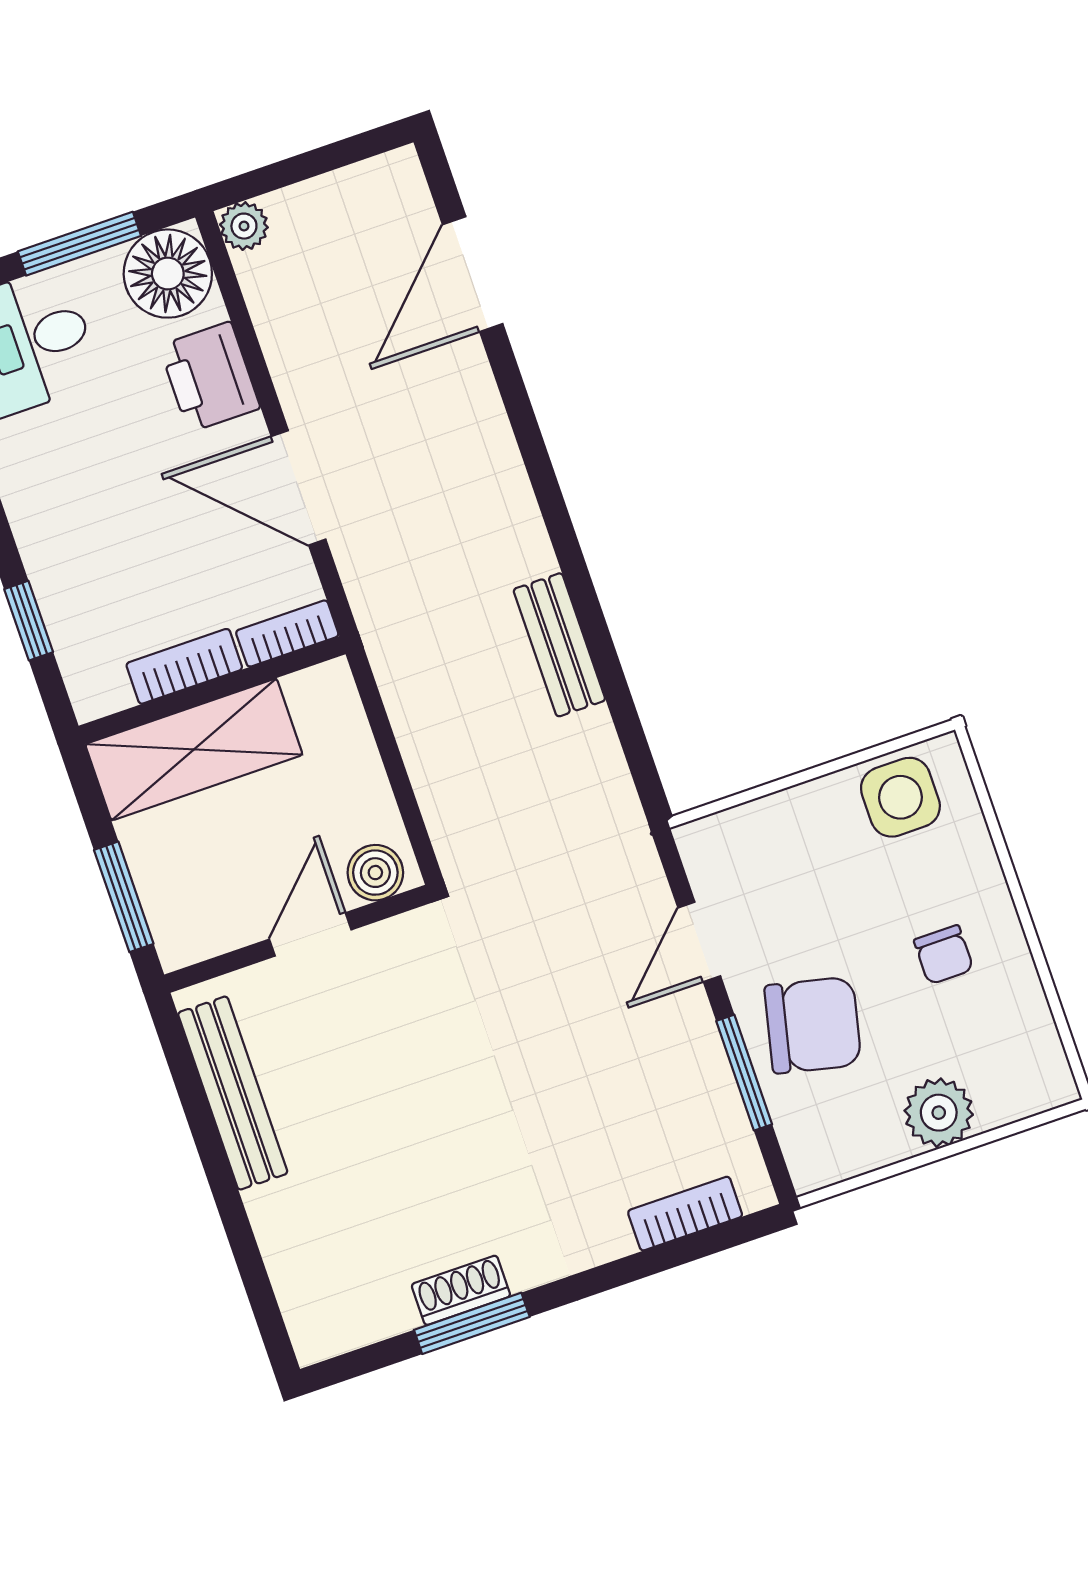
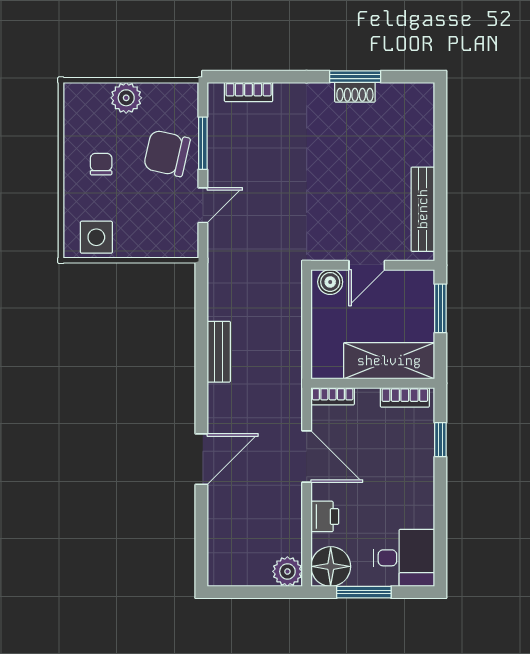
plant: (244, 226) -> (287, 571), width x1.38, depth x1.38
door: (473, 274) -> (201, 459), moved
printer: (210, 377) -> (325, 516), width x0.73, depth x0.81
bookcase: (184, 666) -> (405, 397), moved

